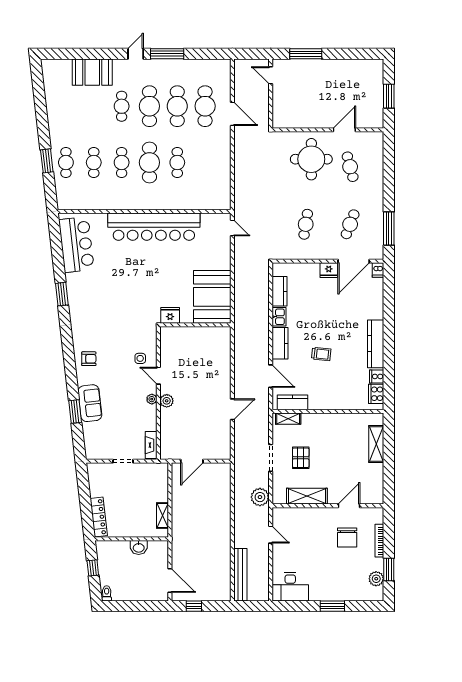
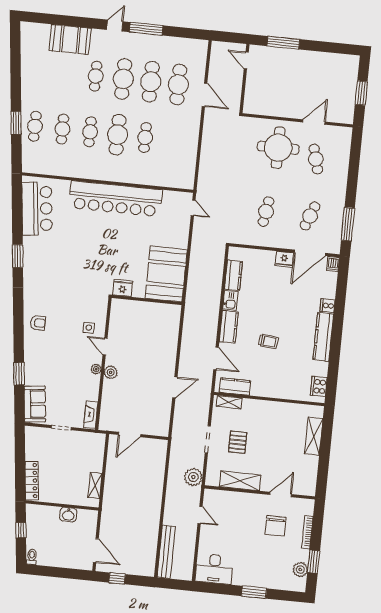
cooker: (377, 376) -> (328, 306), moved
sofa: (90, 403) -> (35, 404), moved

